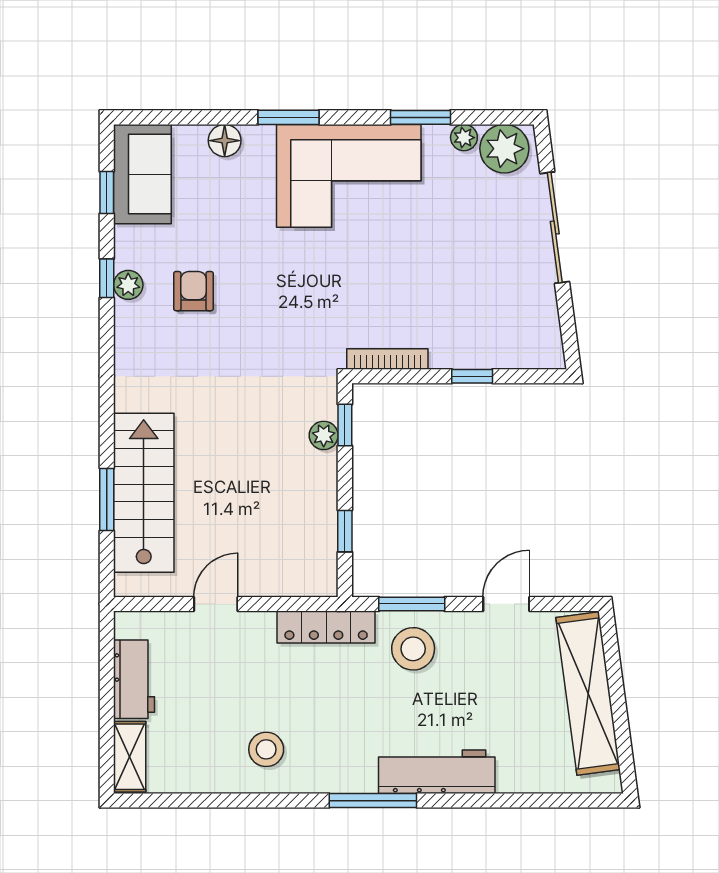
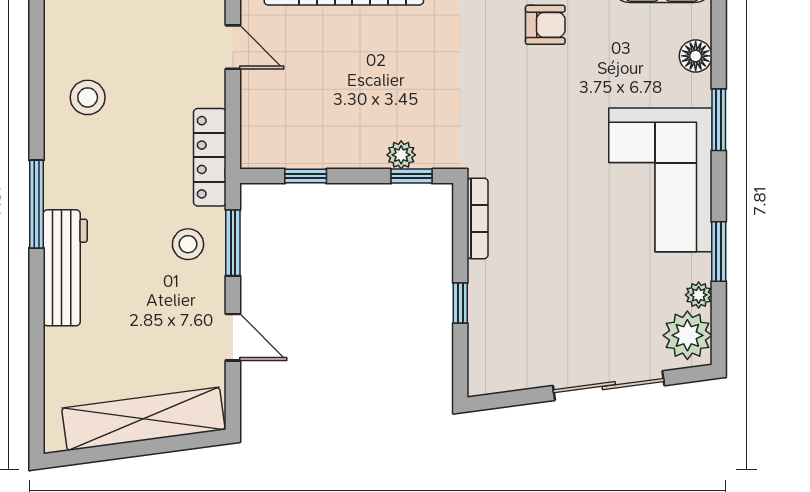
stool: (413, 649) -> (188, 244), width x0.73, depth x0.73

